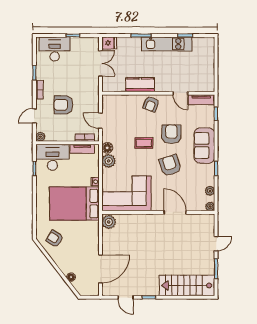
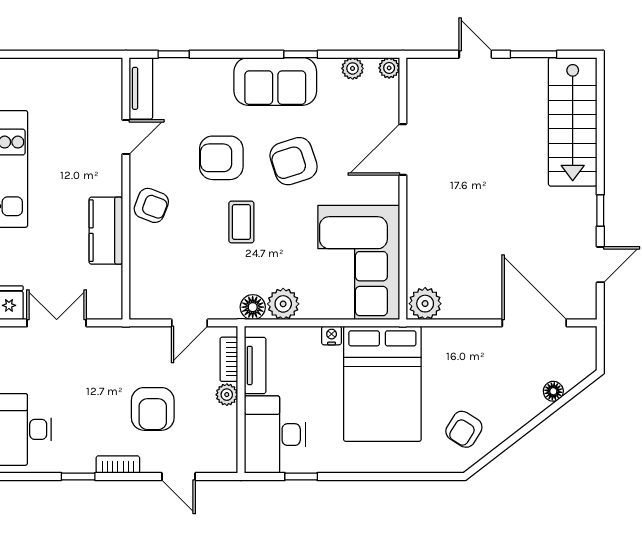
plant: (40, 137) -> (227, 395), moved
sofa: (204, 146) -> (275, 81), moved

